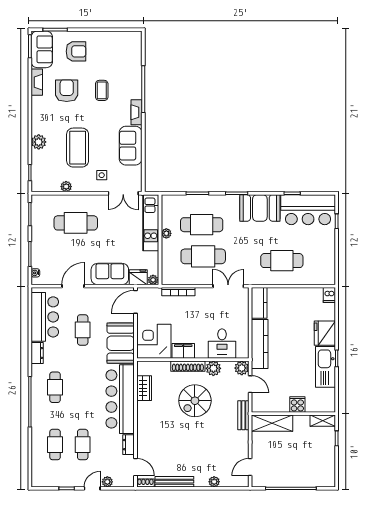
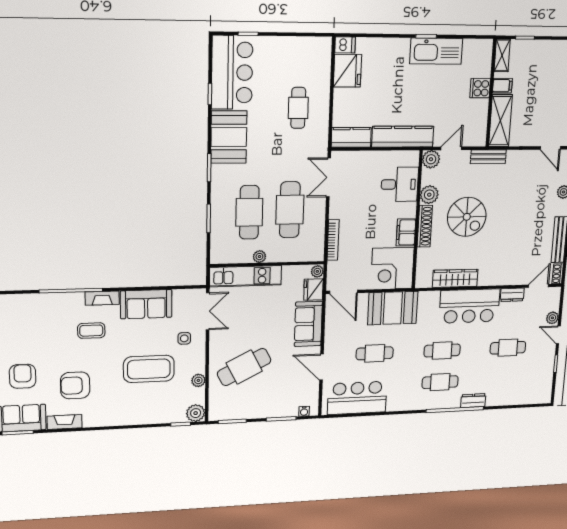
coffee table: (102, 90) -> (91, 331), moved
plant: (39, 142) -> (196, 413), moved
cafe table: (76, 223) -> (244, 367), turned 63
cafe table: (282, 261) -> (298, 108), width x0.73, depth x0.74
fridge: (325, 333) -> (347, 71), moved, turned -90
dresser: (37, 353) -> (473, 401), moved
wardrobe: (144, 388) -> (455, 278), width x1.50
bar counter: (120, 399) -> (469, 306), width x0.73
filing cabinet: (299, 423) -> (502, 86), added
cafe table: (55, 445) -> (442, 350), moved

